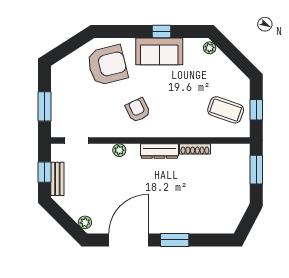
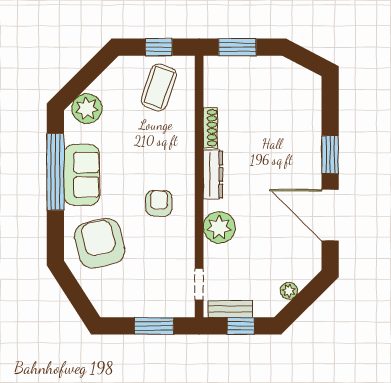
window: (162, 31) -> (55, 172), width x3.17
plant: (210, 48) -> (87, 109), width x1.88, depth x1.88
armchair: (138, 110) -> (159, 203), turned 116
plant: (119, 150) -> (219, 227), width x1.88, depth x1.88
bench: (57, 179) -> (230, 309), moved
plant: (85, 222) -> (289, 291), moved

